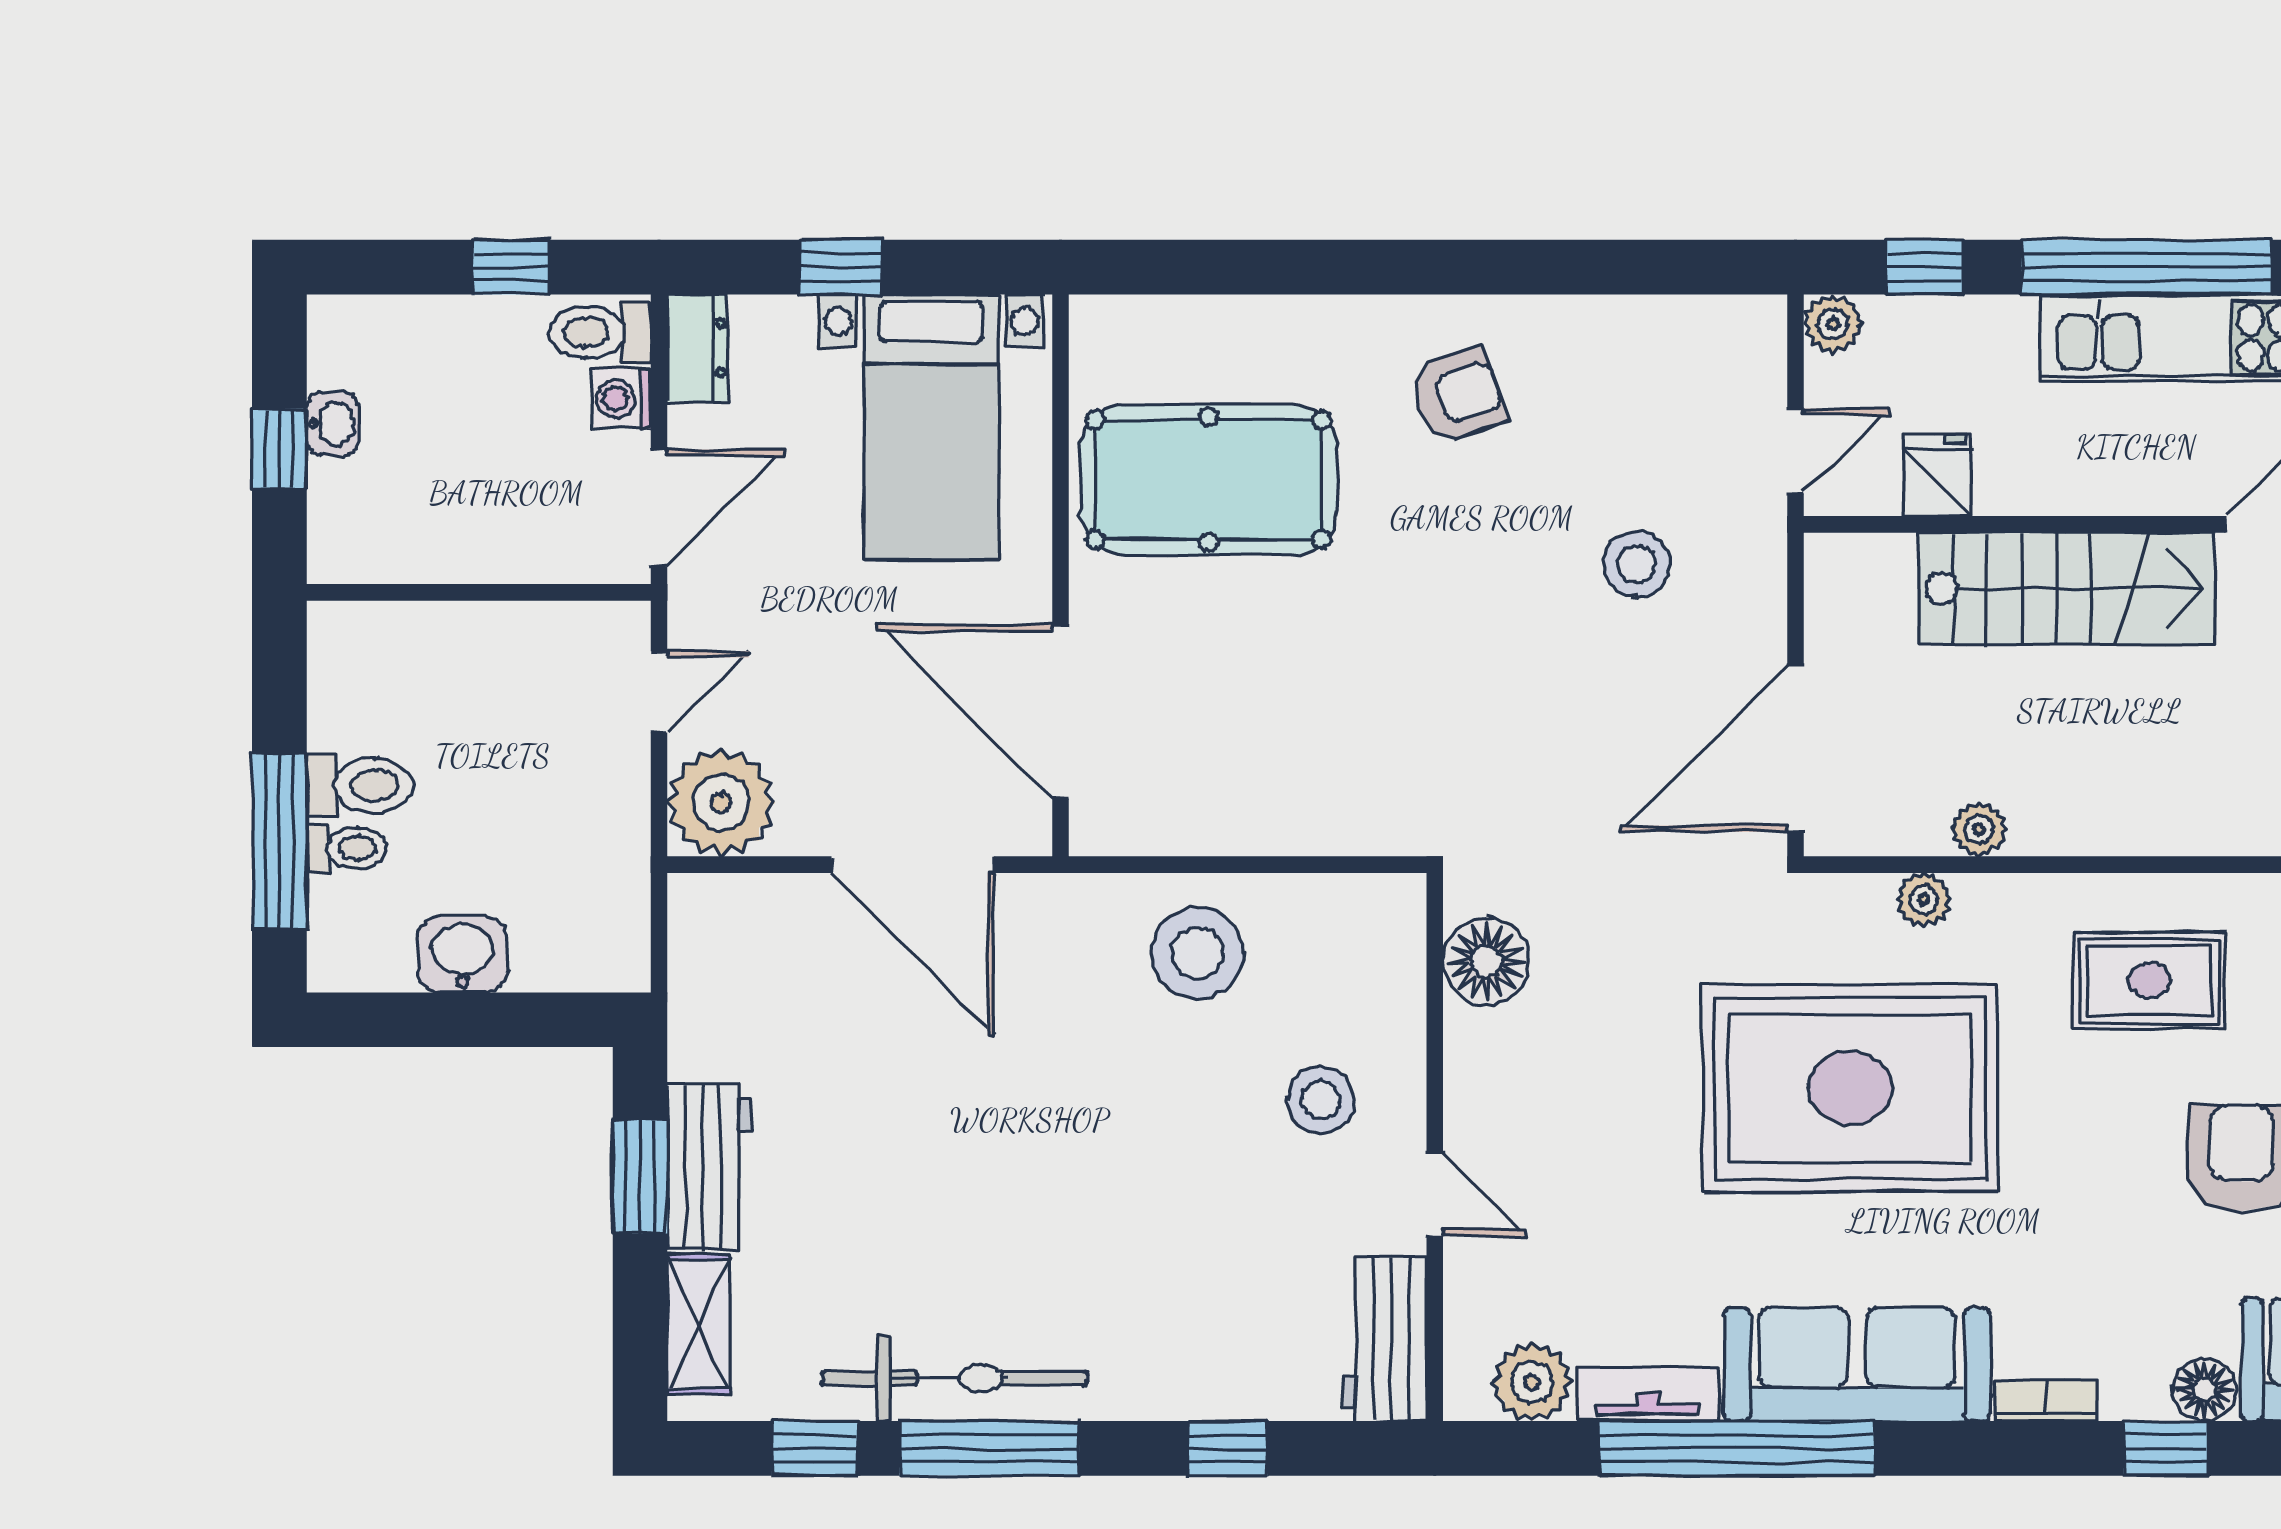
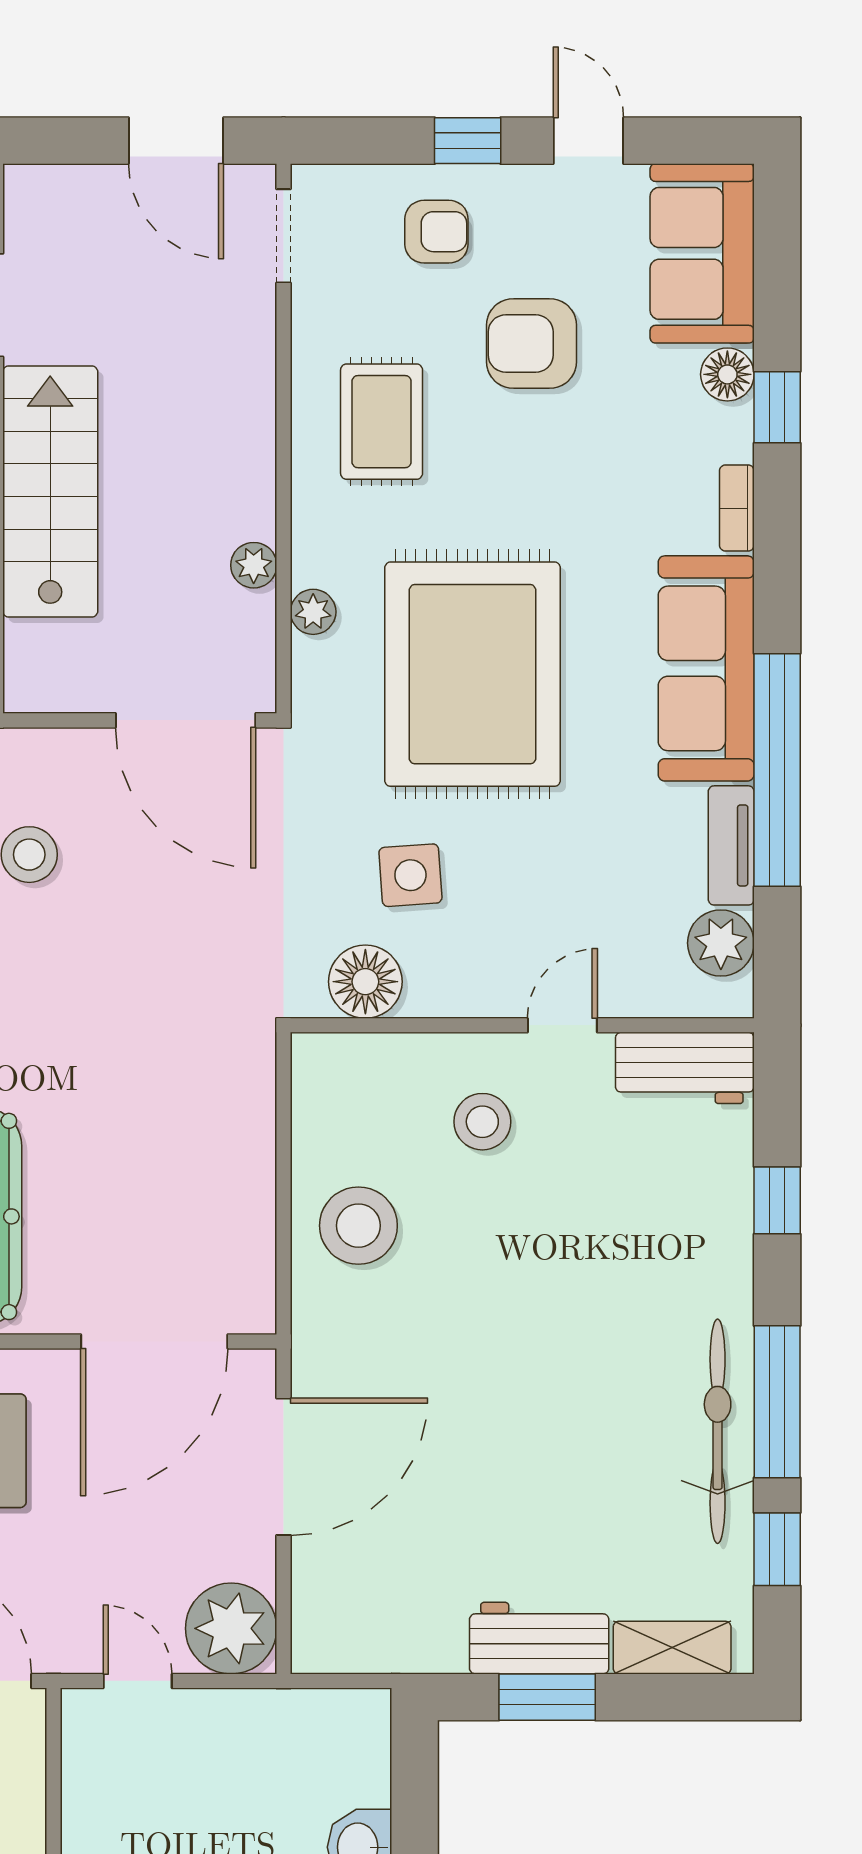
side table: (1612, 1015) -> (410, 875), added

